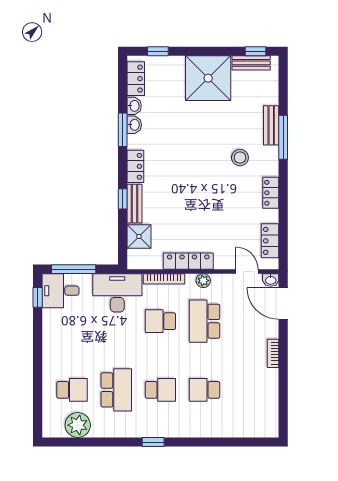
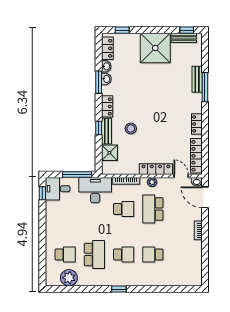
stool: (240, 158) -> (131, 129), moved
locker: (270, 241) -> (196, 156), width x1.53
locker: (188, 261) -> (156, 169), moved
window: (74, 269) -> (77, 174), moved
school desk: (160, 321) -> (124, 209), turned 180

